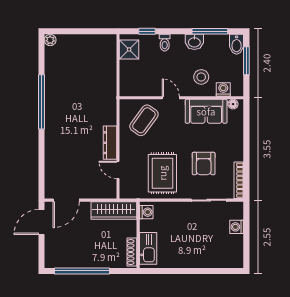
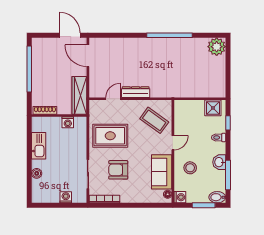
plant: (50, 40) -> (217, 47), width x1.87, depth x1.87
washing machine: (223, 89) -> (180, 197), moved
washing machine: (146, 212) -> (68, 122), moved
kitchen sink: (148, 248) -> (39, 146), moved, turned -90
boiler: (208, 262) -> (37, 173), added

